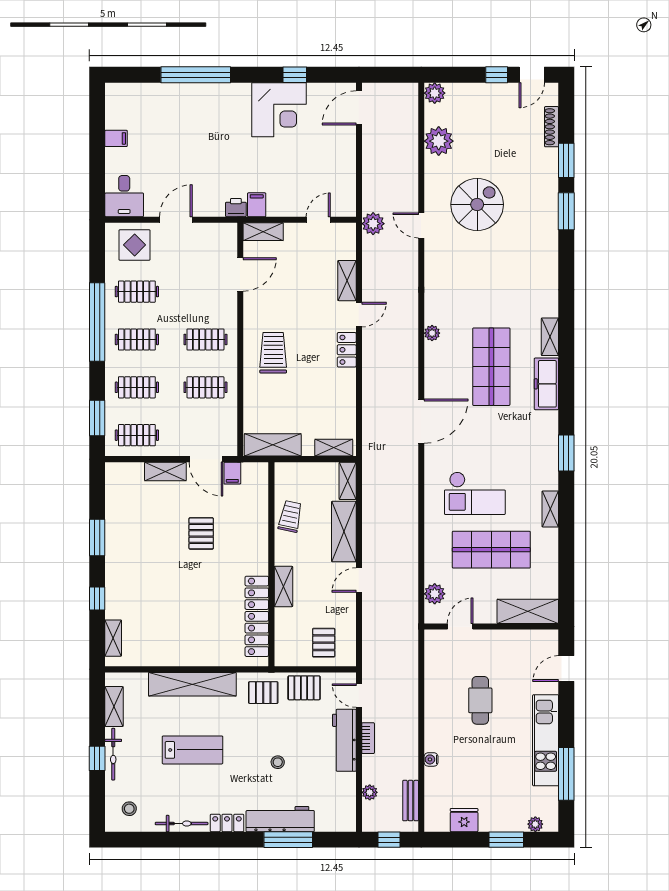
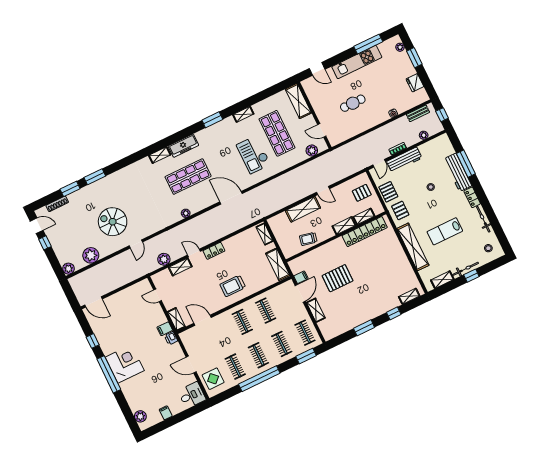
window: (196, 75) -> (109, 374), moved
plant: (131, 93) -> (140, 416), added
corner desk: (279, 110) -> (125, 364), moved
plant: (373, 224) -> (164, 259), moved
shelving: (348, 481) -> (364, 216), moved
checkout: (475, 493) -> (253, 155), turned 180
pallet: (201, 533) -> (338, 278), width x1.50, depth x1.42
lab bench: (192, 750) -> (445, 231), turned -90

